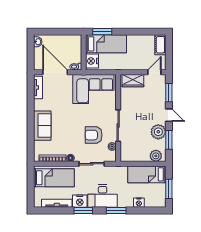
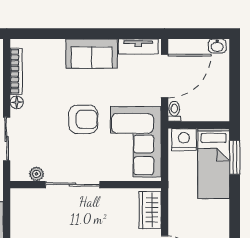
sofa: (42, 126) -> (92, 54), moved
armchair: (94, 135) -> (83, 119), moved, turned 90

